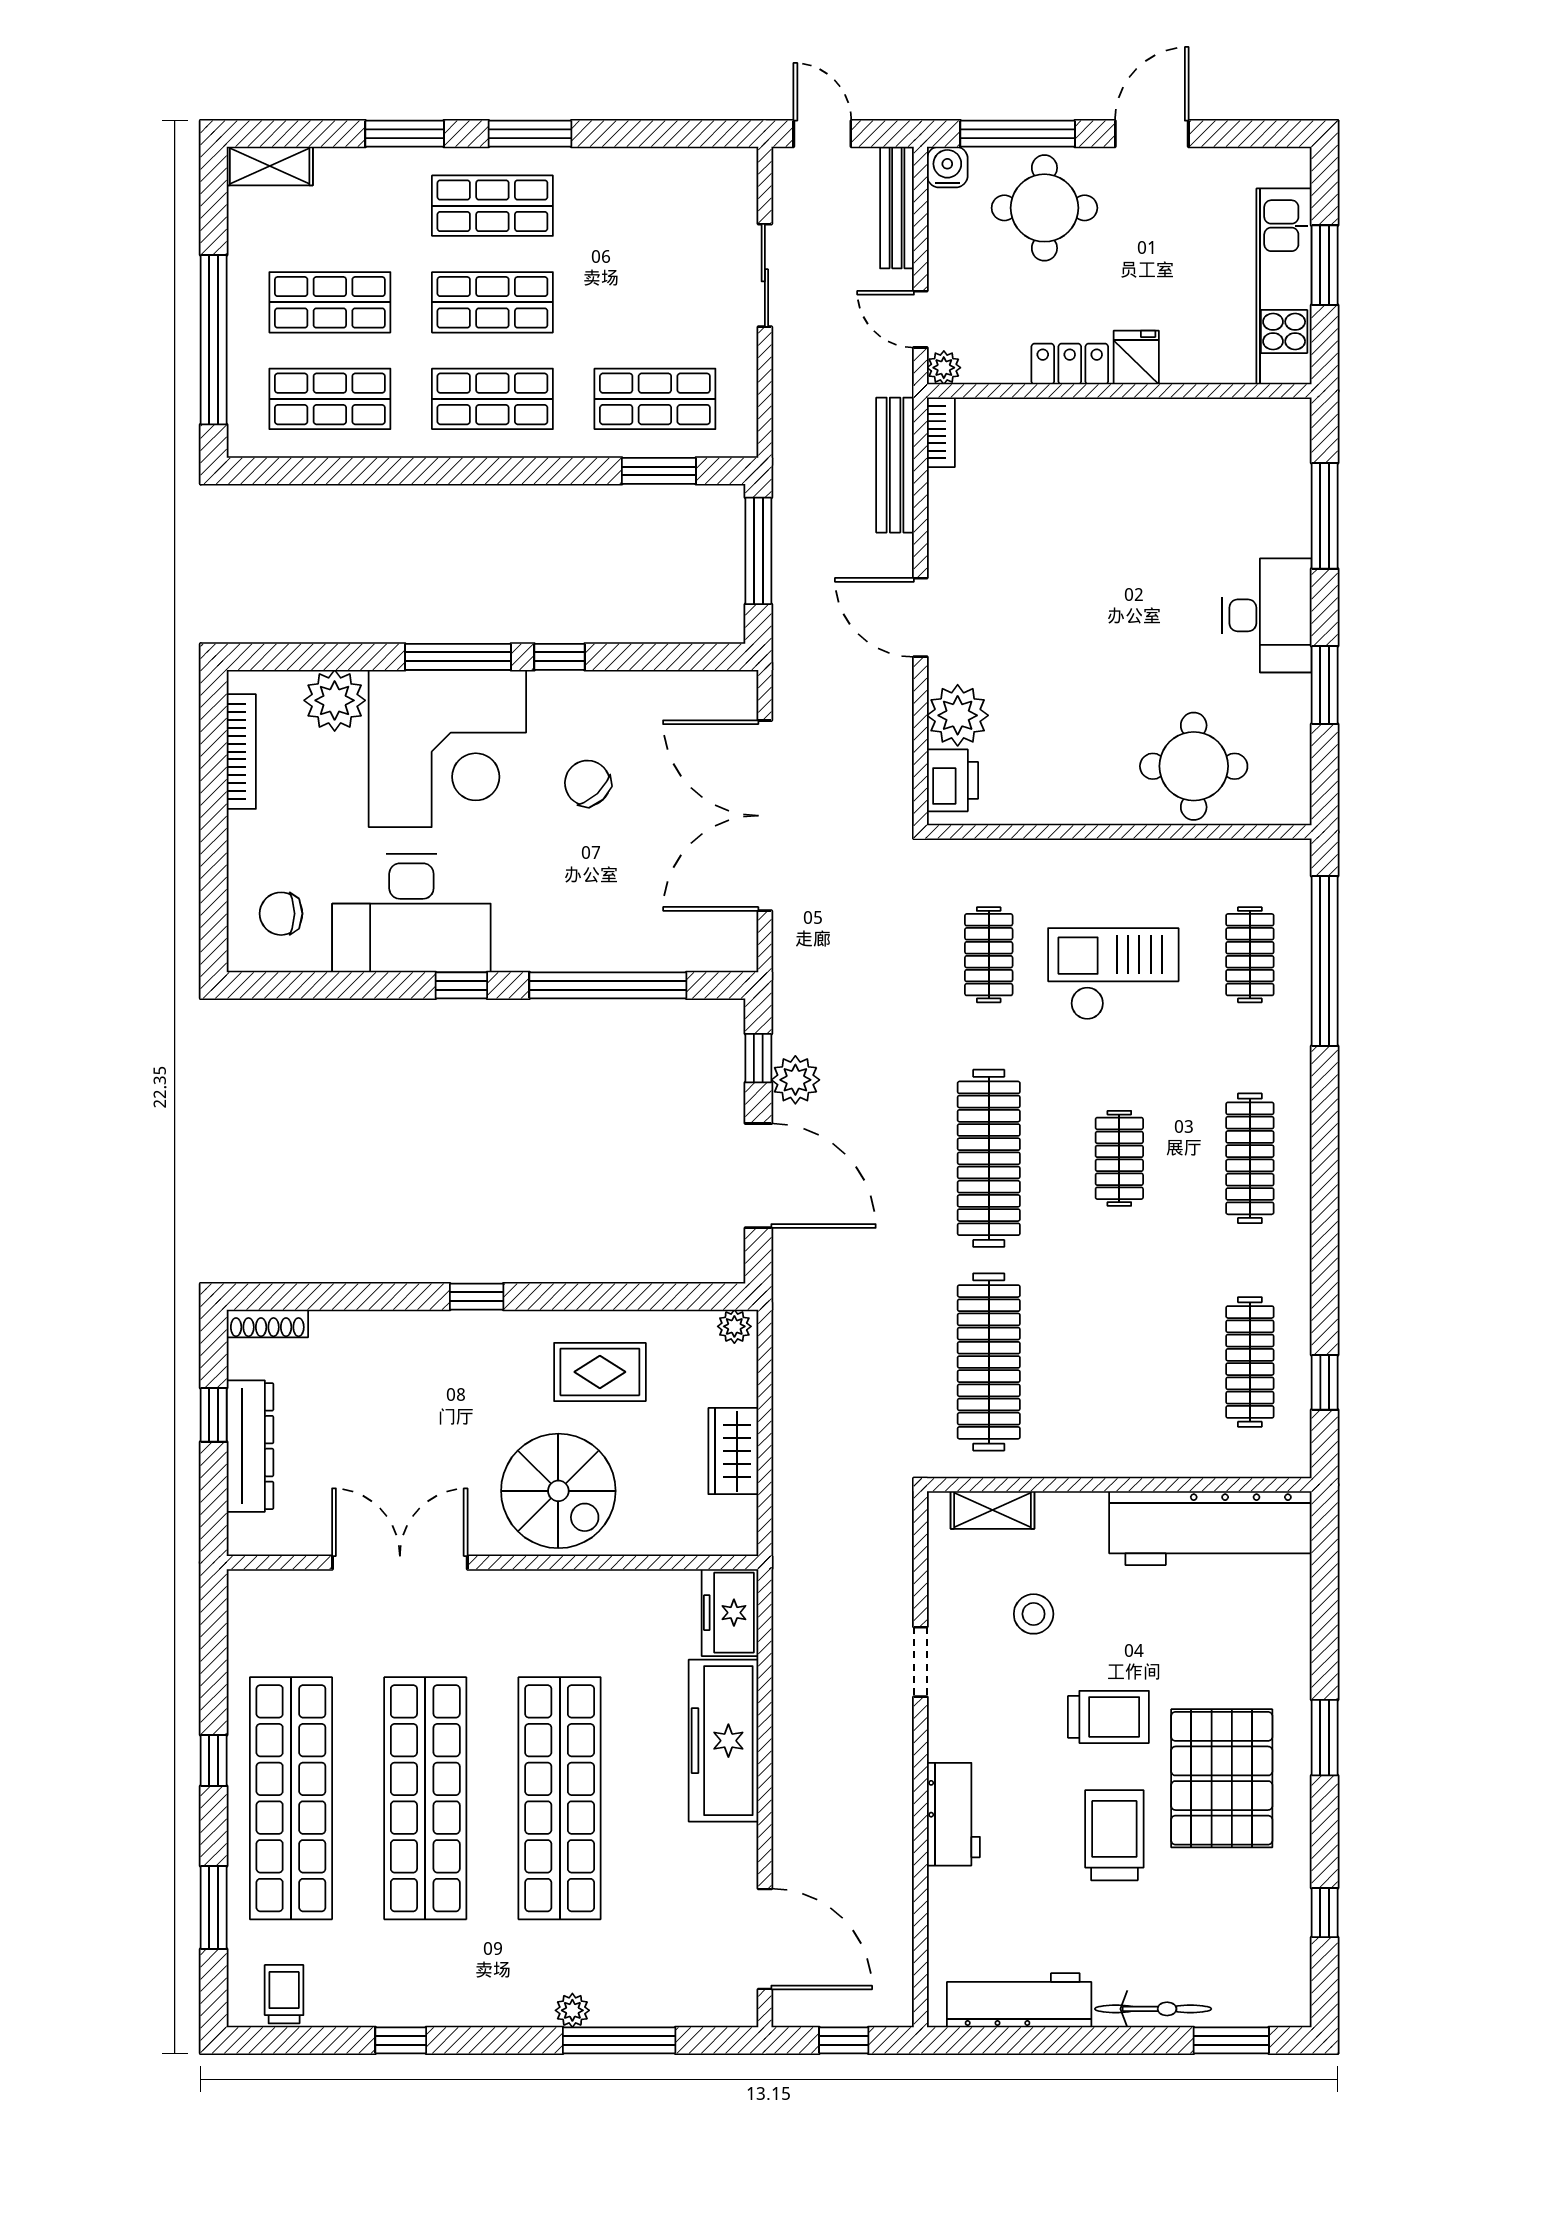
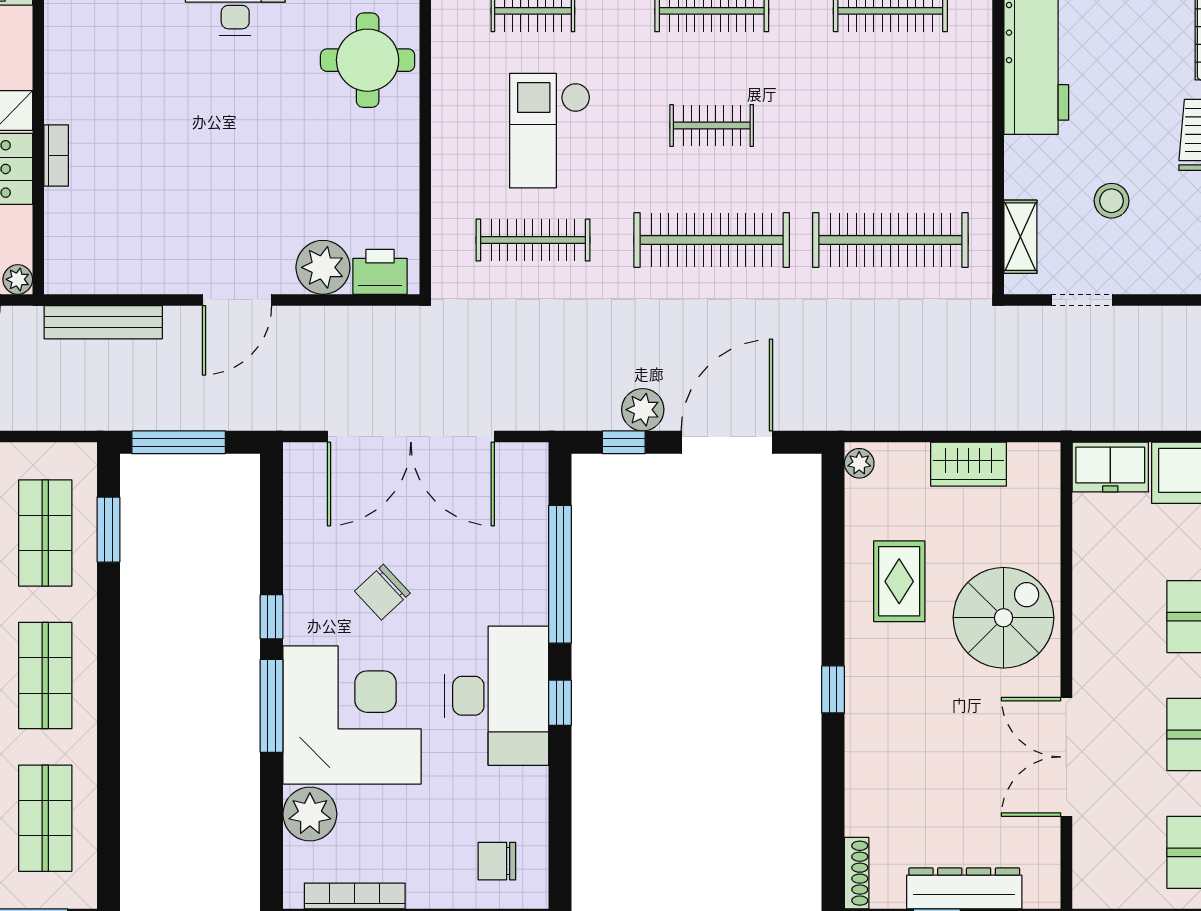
bookcase: (941, 432) -> (56, 155), moved, turned 90
desk: (411, 913) -> (496, 696), moved
chair: (281, 914) -> (497, 861), turned 90
clothes rail: (989, 955) -> (533, 240), width x1.36
doorway: (920, 1662) -> (1082, 300), moved

